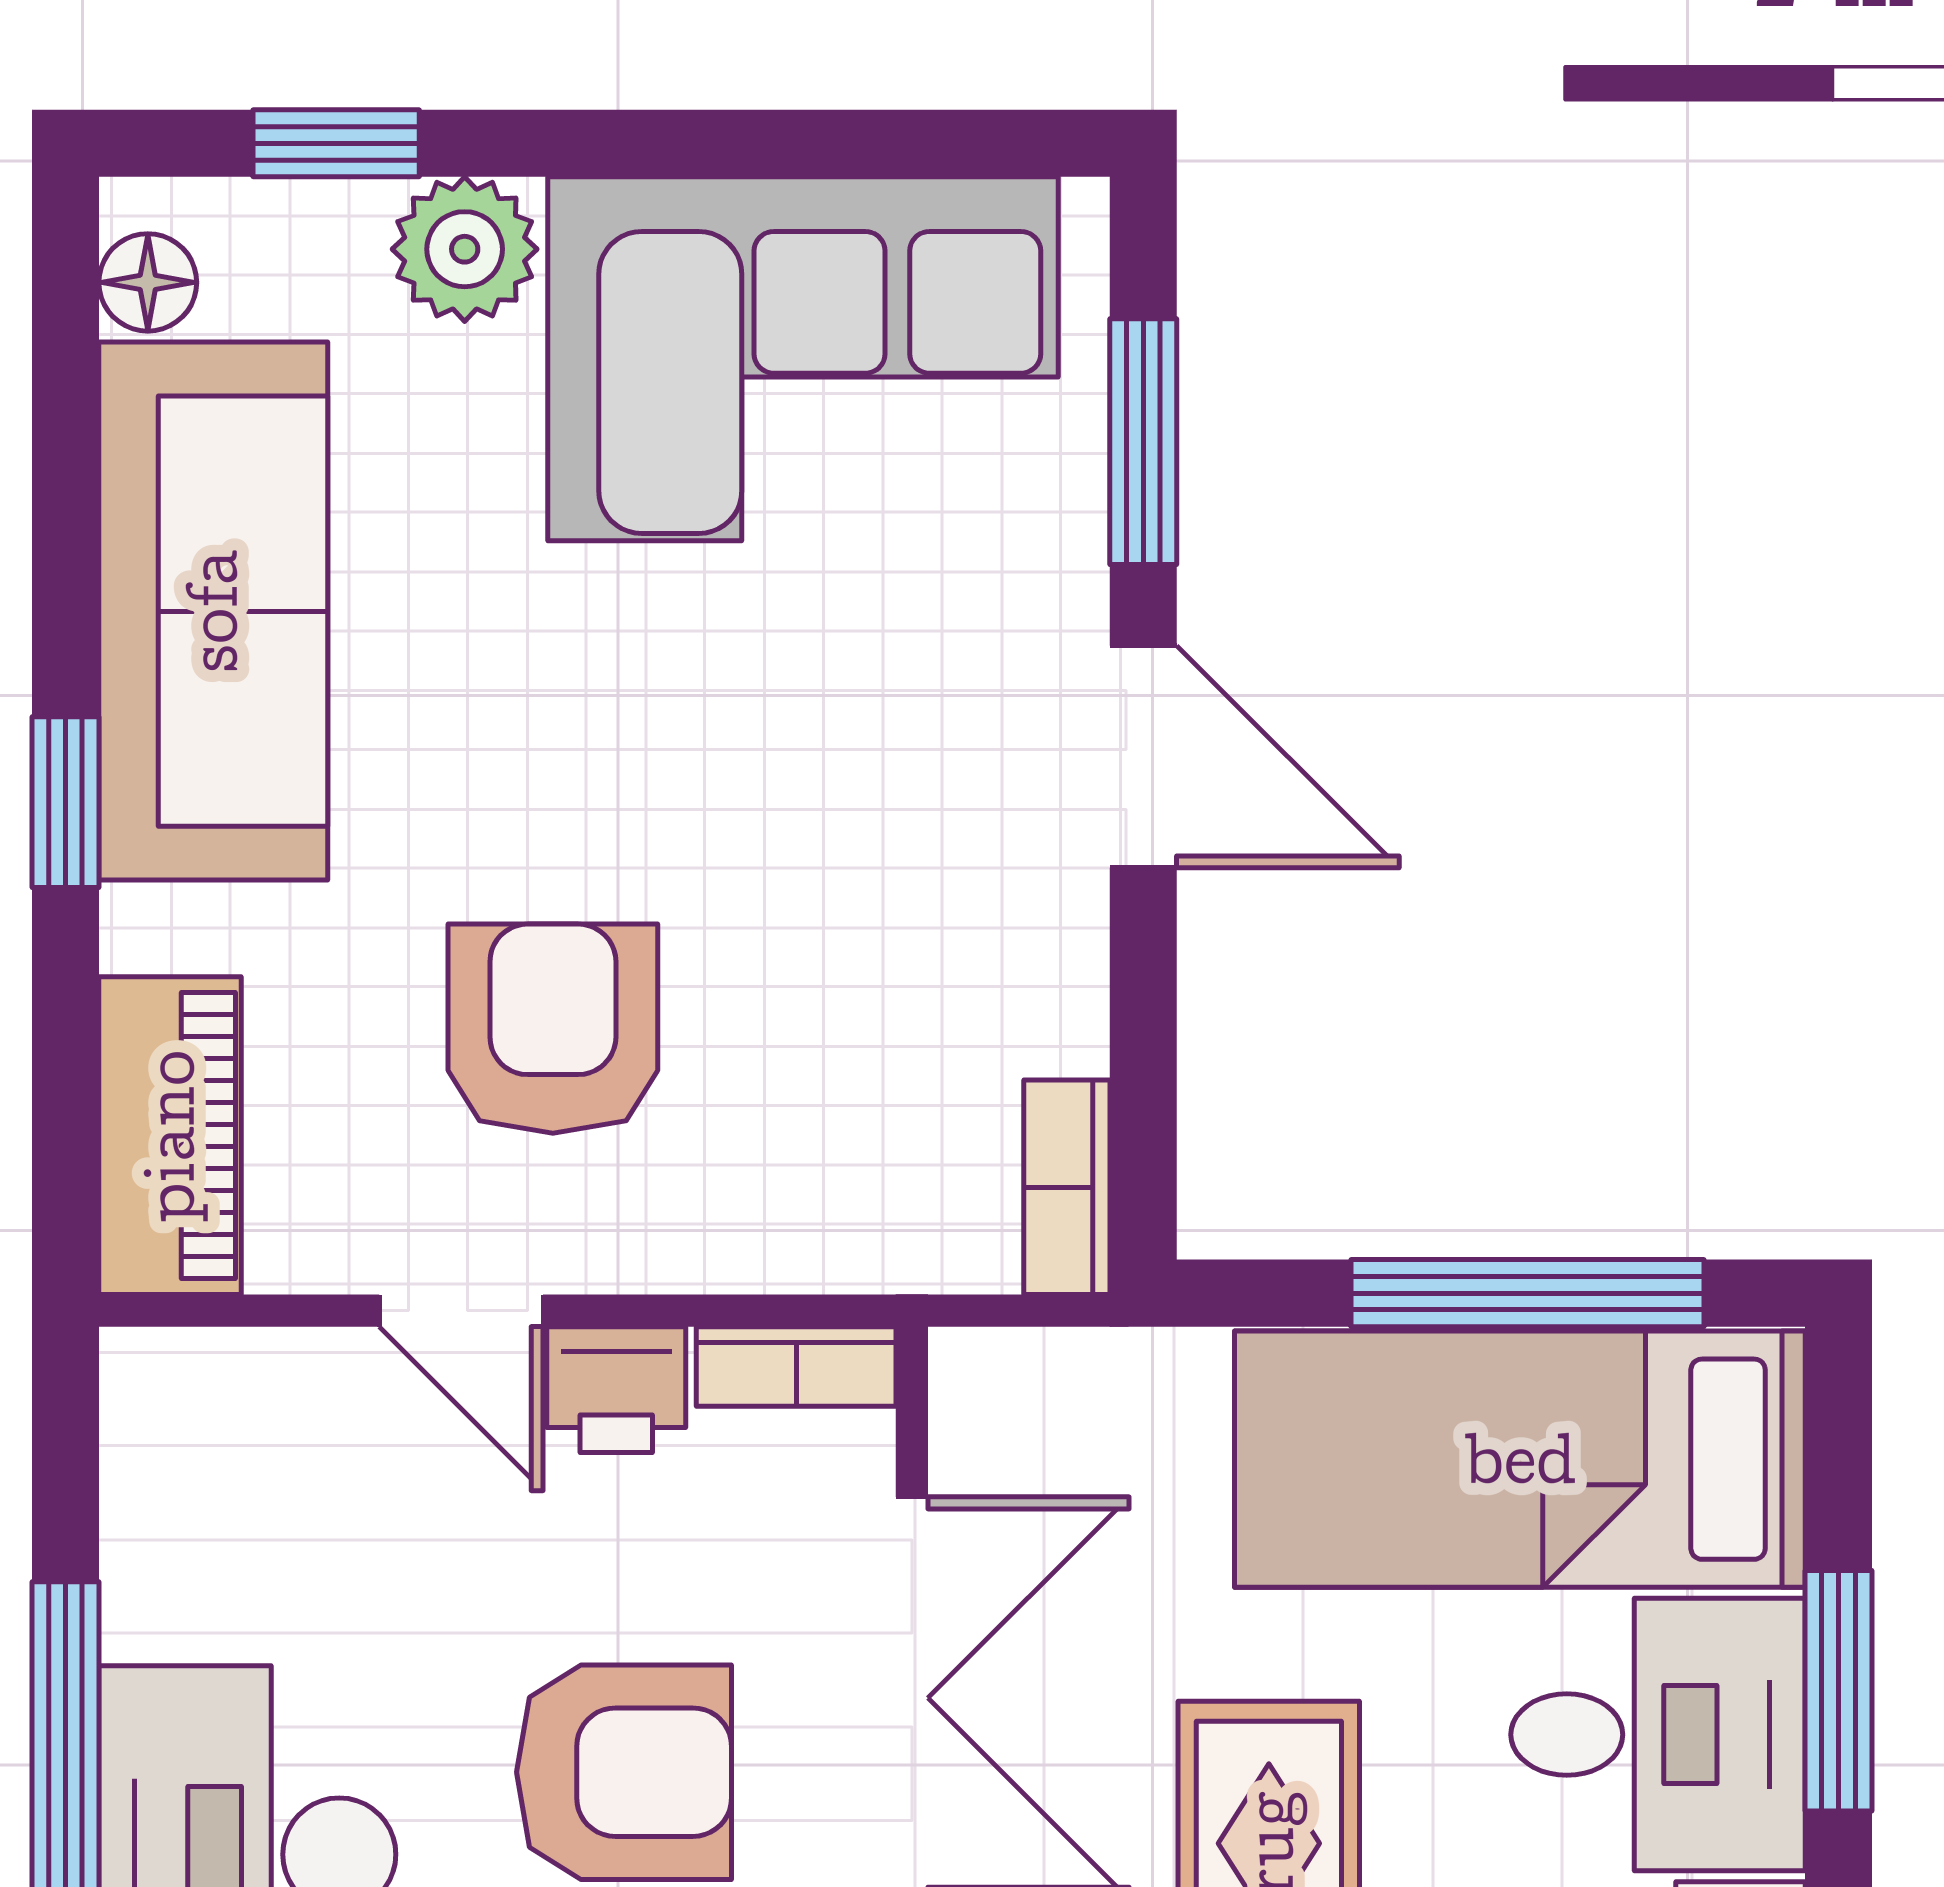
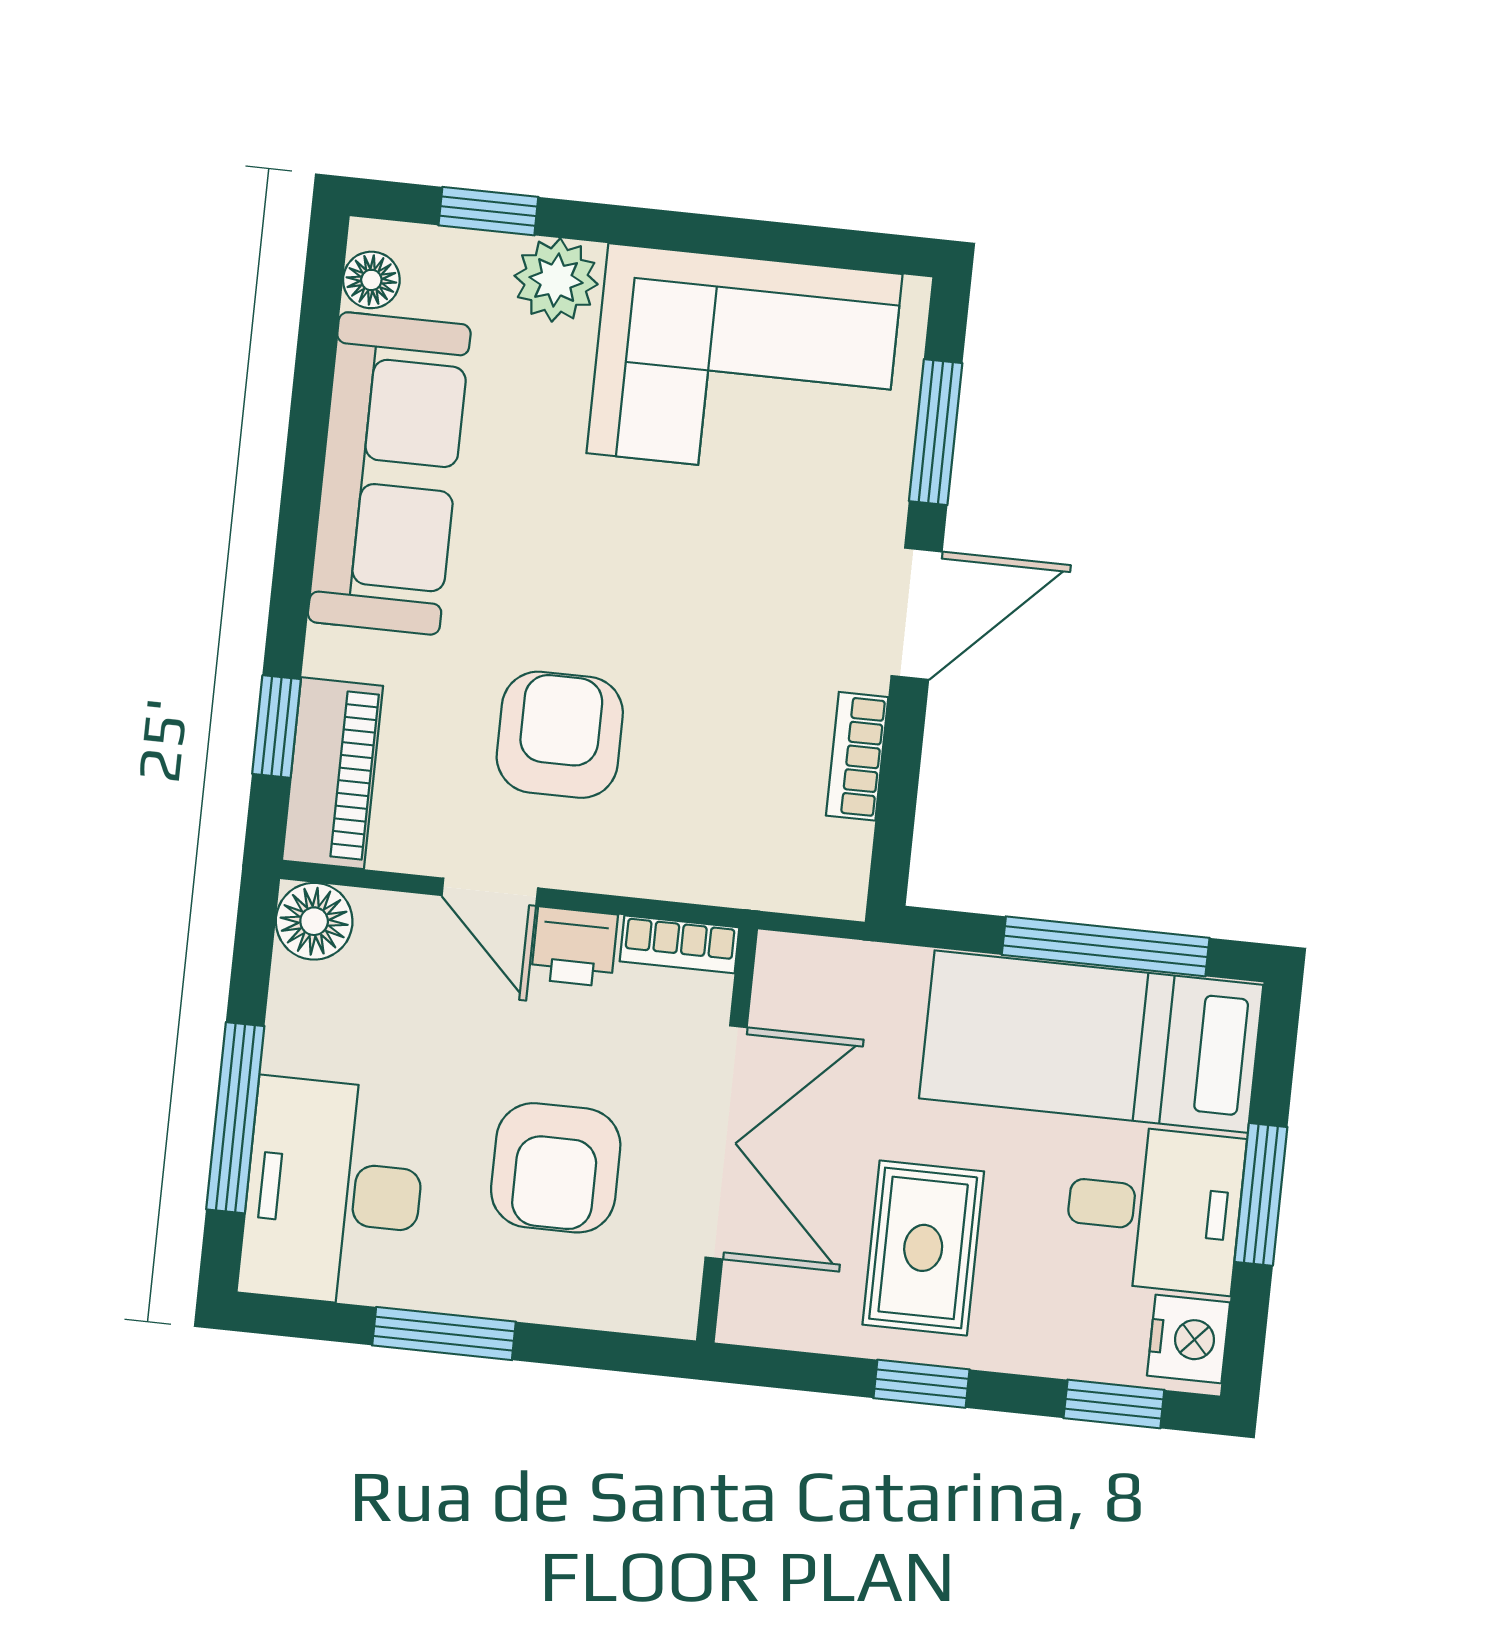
door: (1143, 757) -> (917, 614), hinge flipped
window: (66, 802) -> (276, 726), moved
bookcase: (1067, 1187) -> (857, 756), moved
floor lamp: (165, 1393) -> (314, 921), added
armchair: (624, 1772) -> (556, 1168), turned 90

